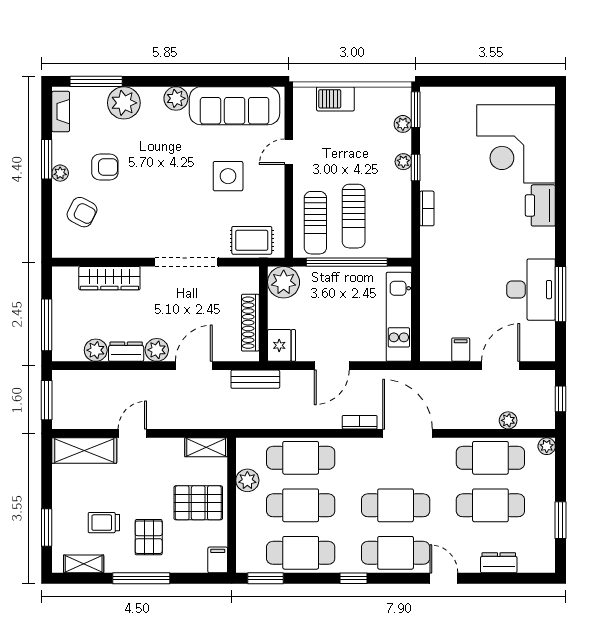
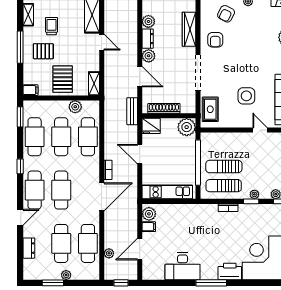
armchair: (105, 167) -> (215, 40), moved
sun lounger: (315, 223) -> (224, 186), moved
window: (561, 294) -> (211, 283), moved
plant: (438, 349) -> (149, 214), added
door: (501, 366) -> (140, 249), swing flipped
plant: (547, 446) -> (66, 275), moved

